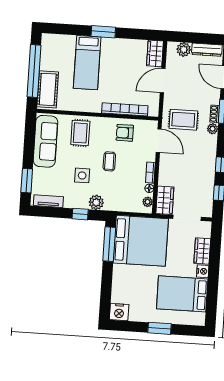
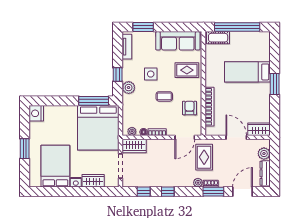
cot: (48, 89) -> (218, 38), width x0.73, depth x0.75

